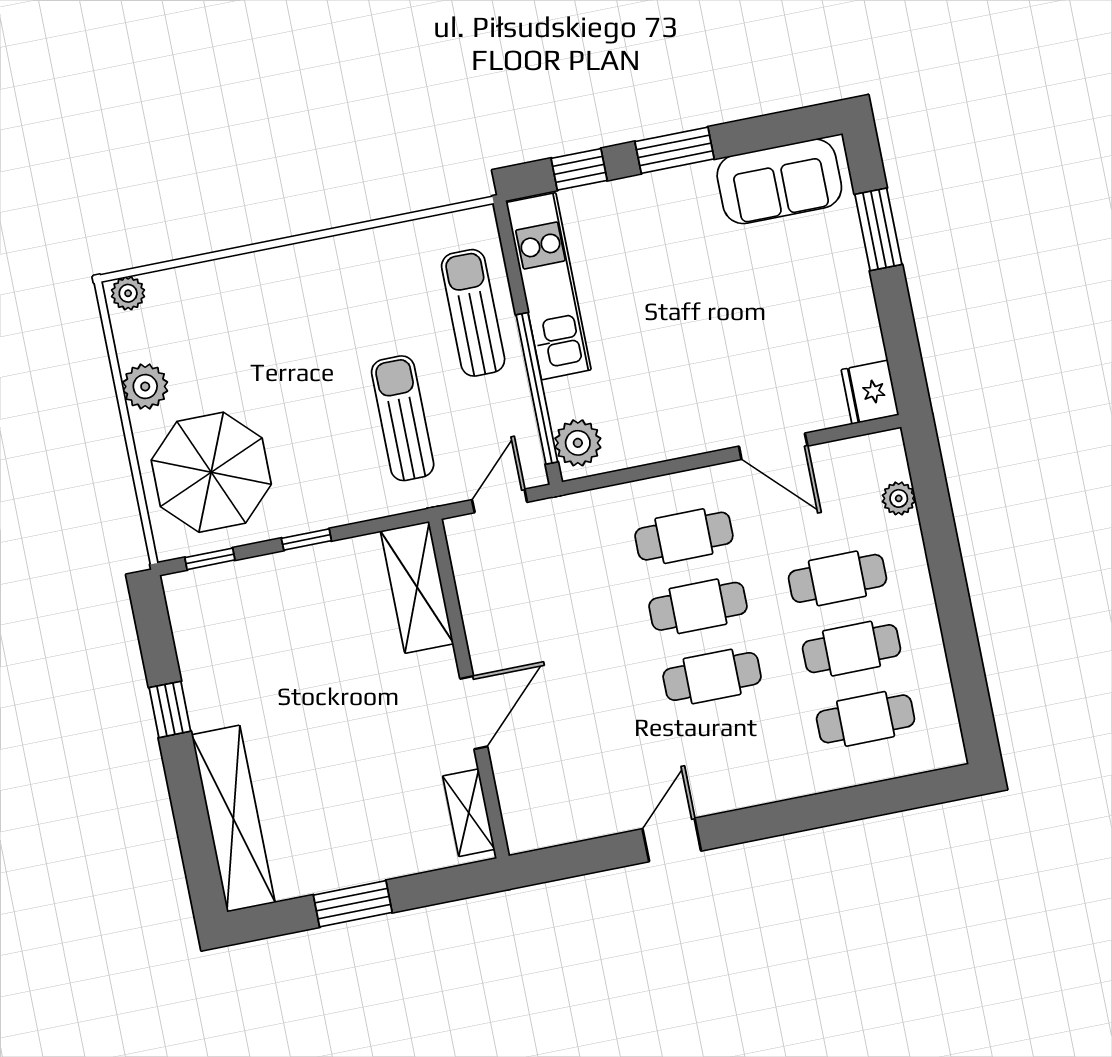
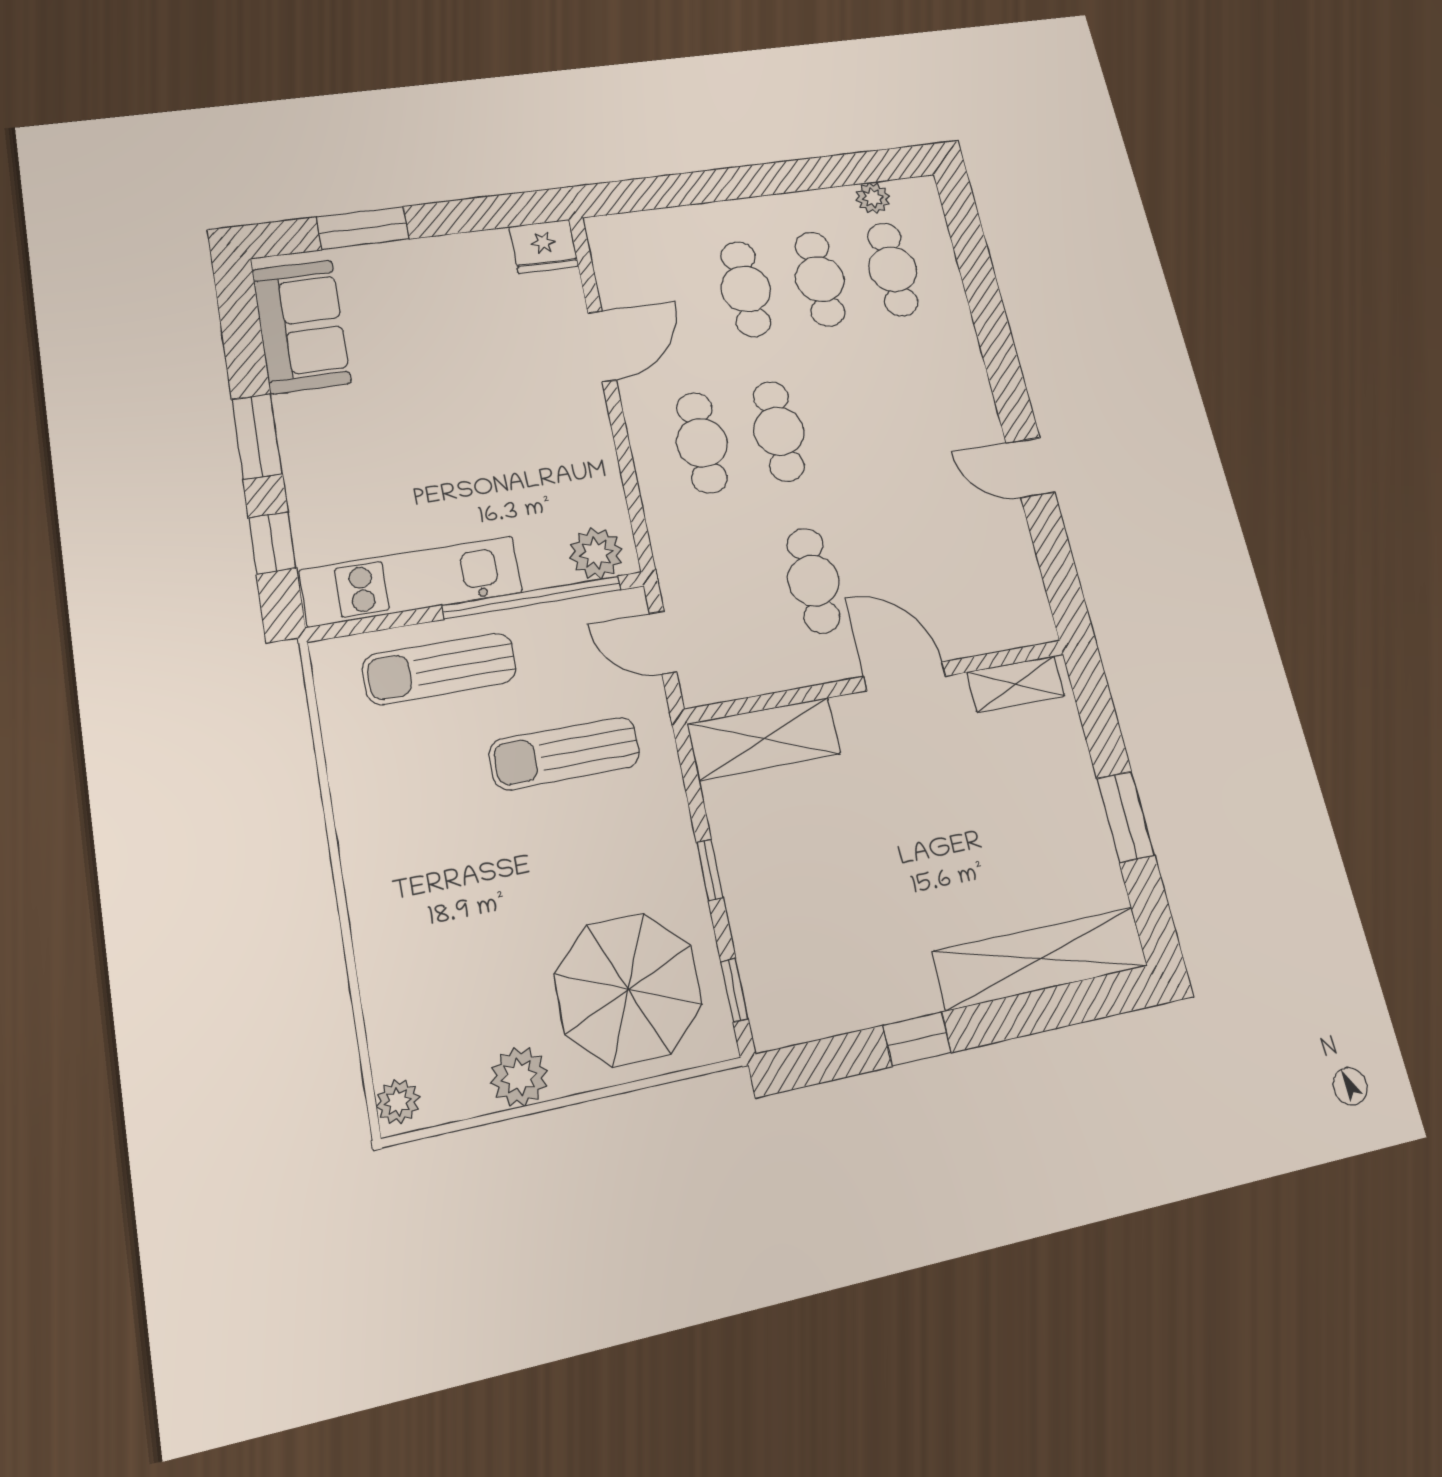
plant: (899, 498) -> (873, 198), moved
cafe table: (712, 676) -> (813, 581), moved

